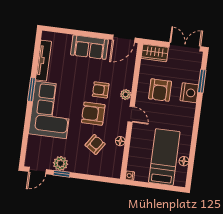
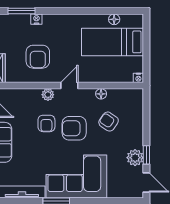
armchair: (160, 90) -> (38, 57), turned 90
nightstand: (189, 93) -> (36, 19), width x0.53, depth x0.56
armchair: (93, 114) -> (74, 128), turned 90

